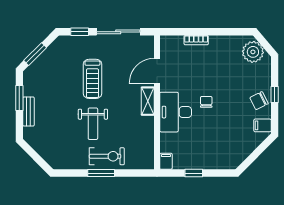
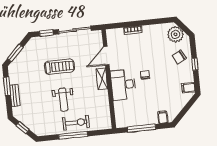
treadmill: (92, 79) -> (59, 67), turned -90
chair: (259, 101) -> (179, 57), moved
window: (35, 156) -> (23, 128), added
filing cabinet: (166, 161) -> (163, 117), moved
window: (101, 173) -> (73, 135), width x1.44
window: (194, 173) -> (141, 128), width x2.17

